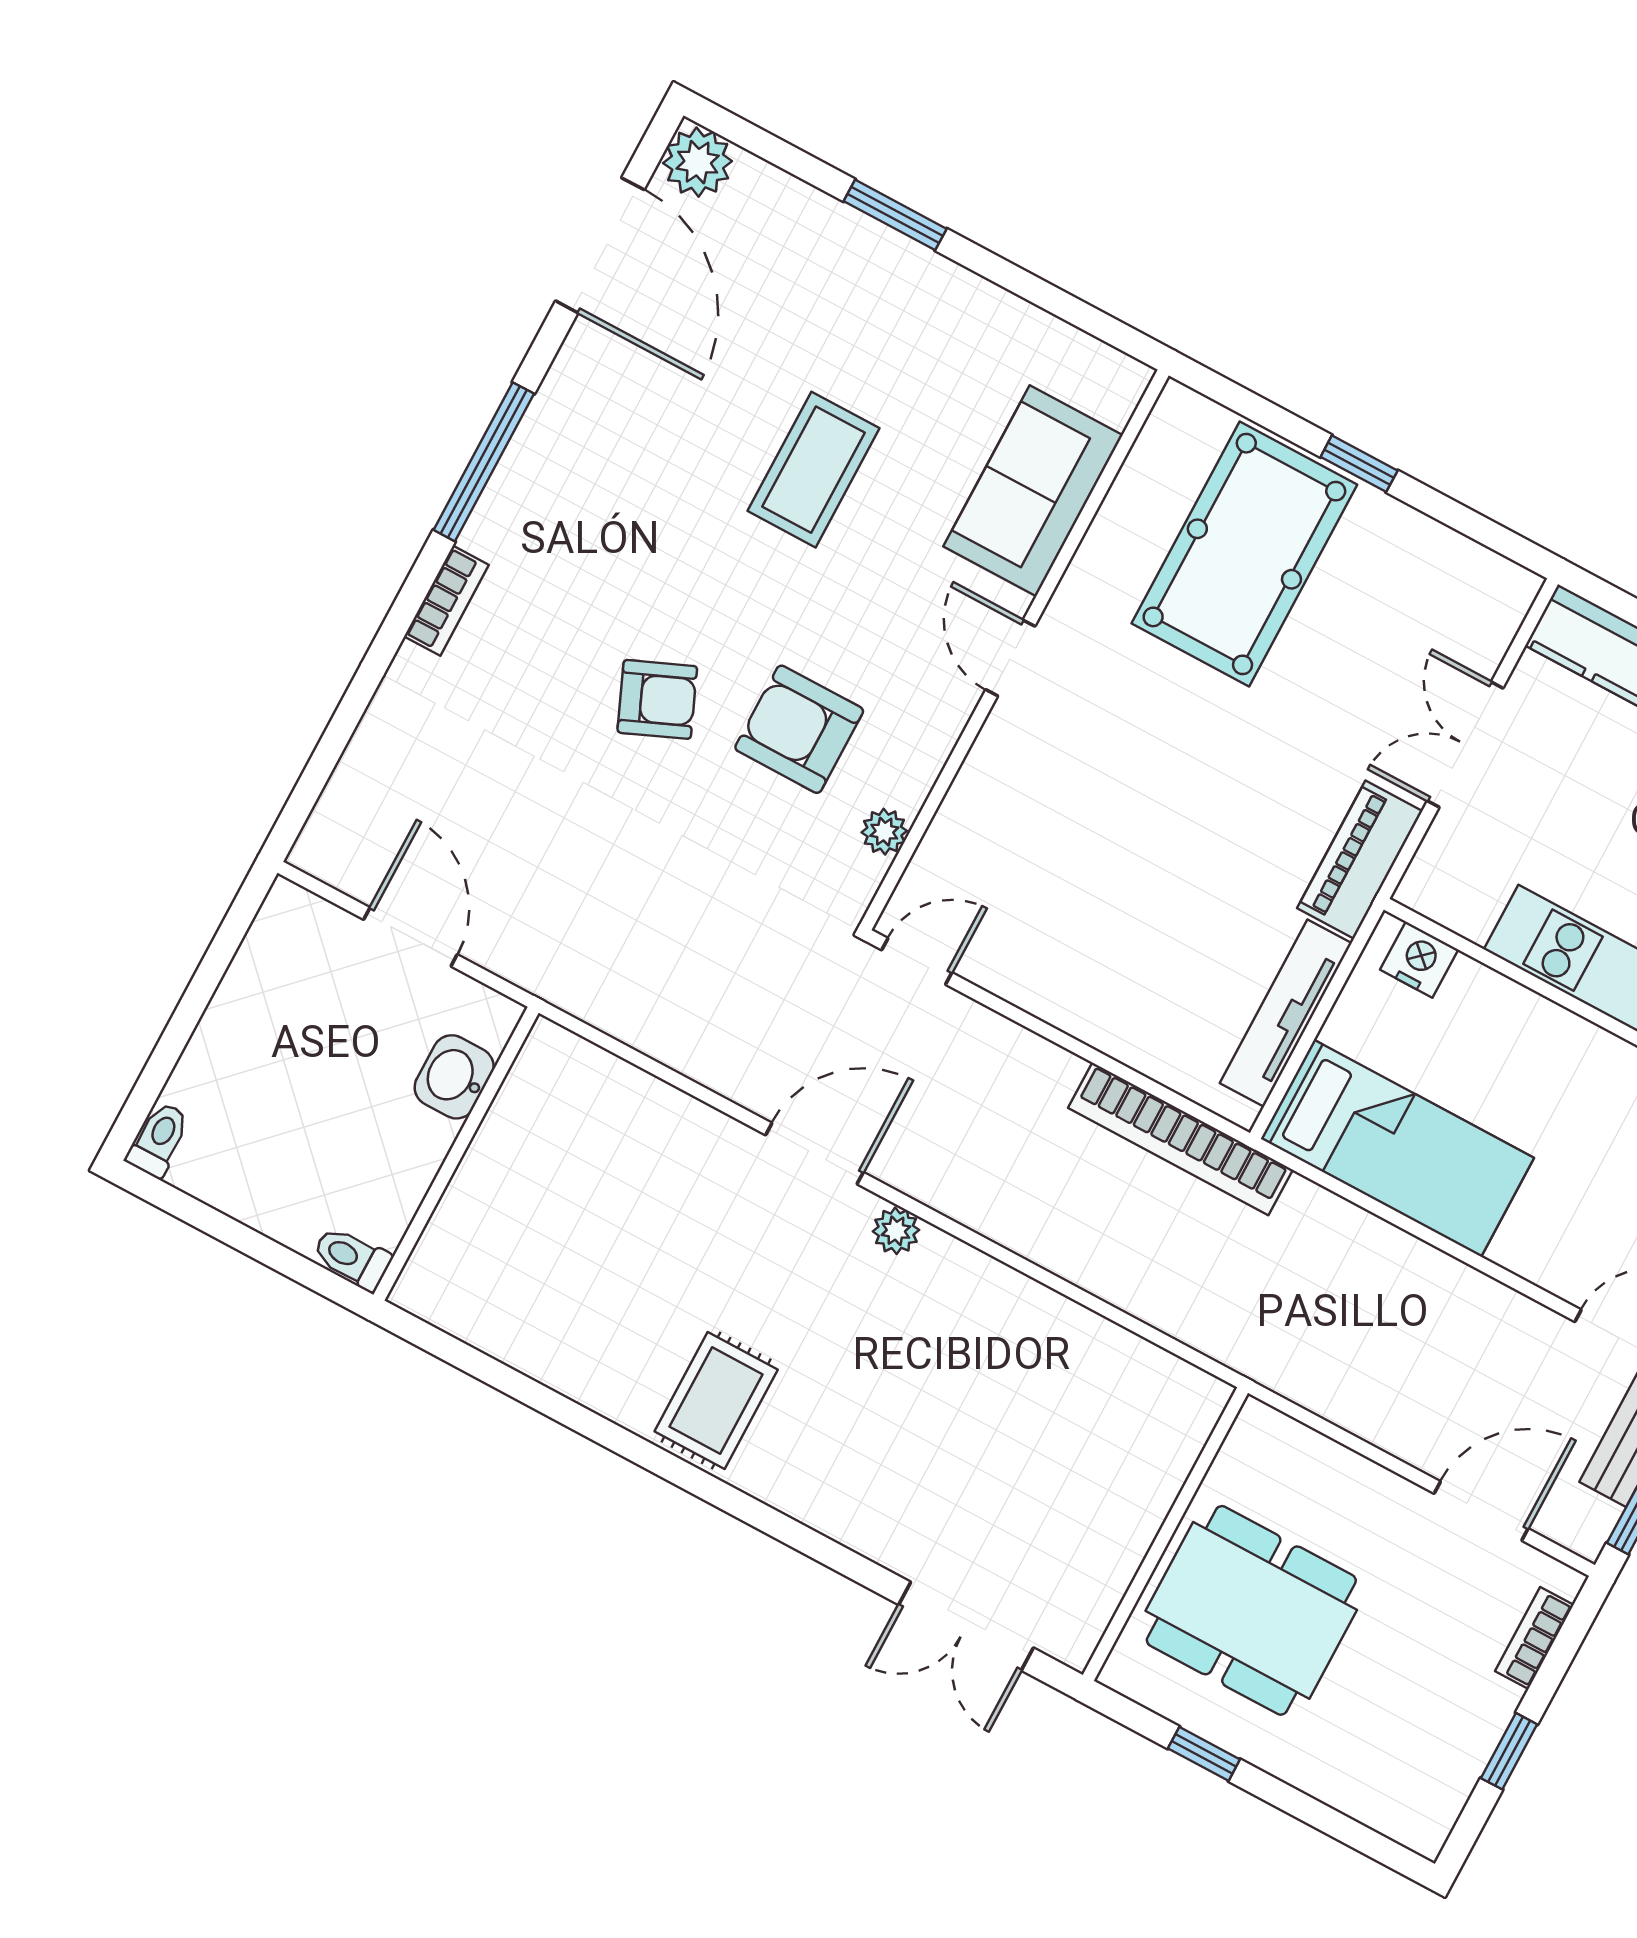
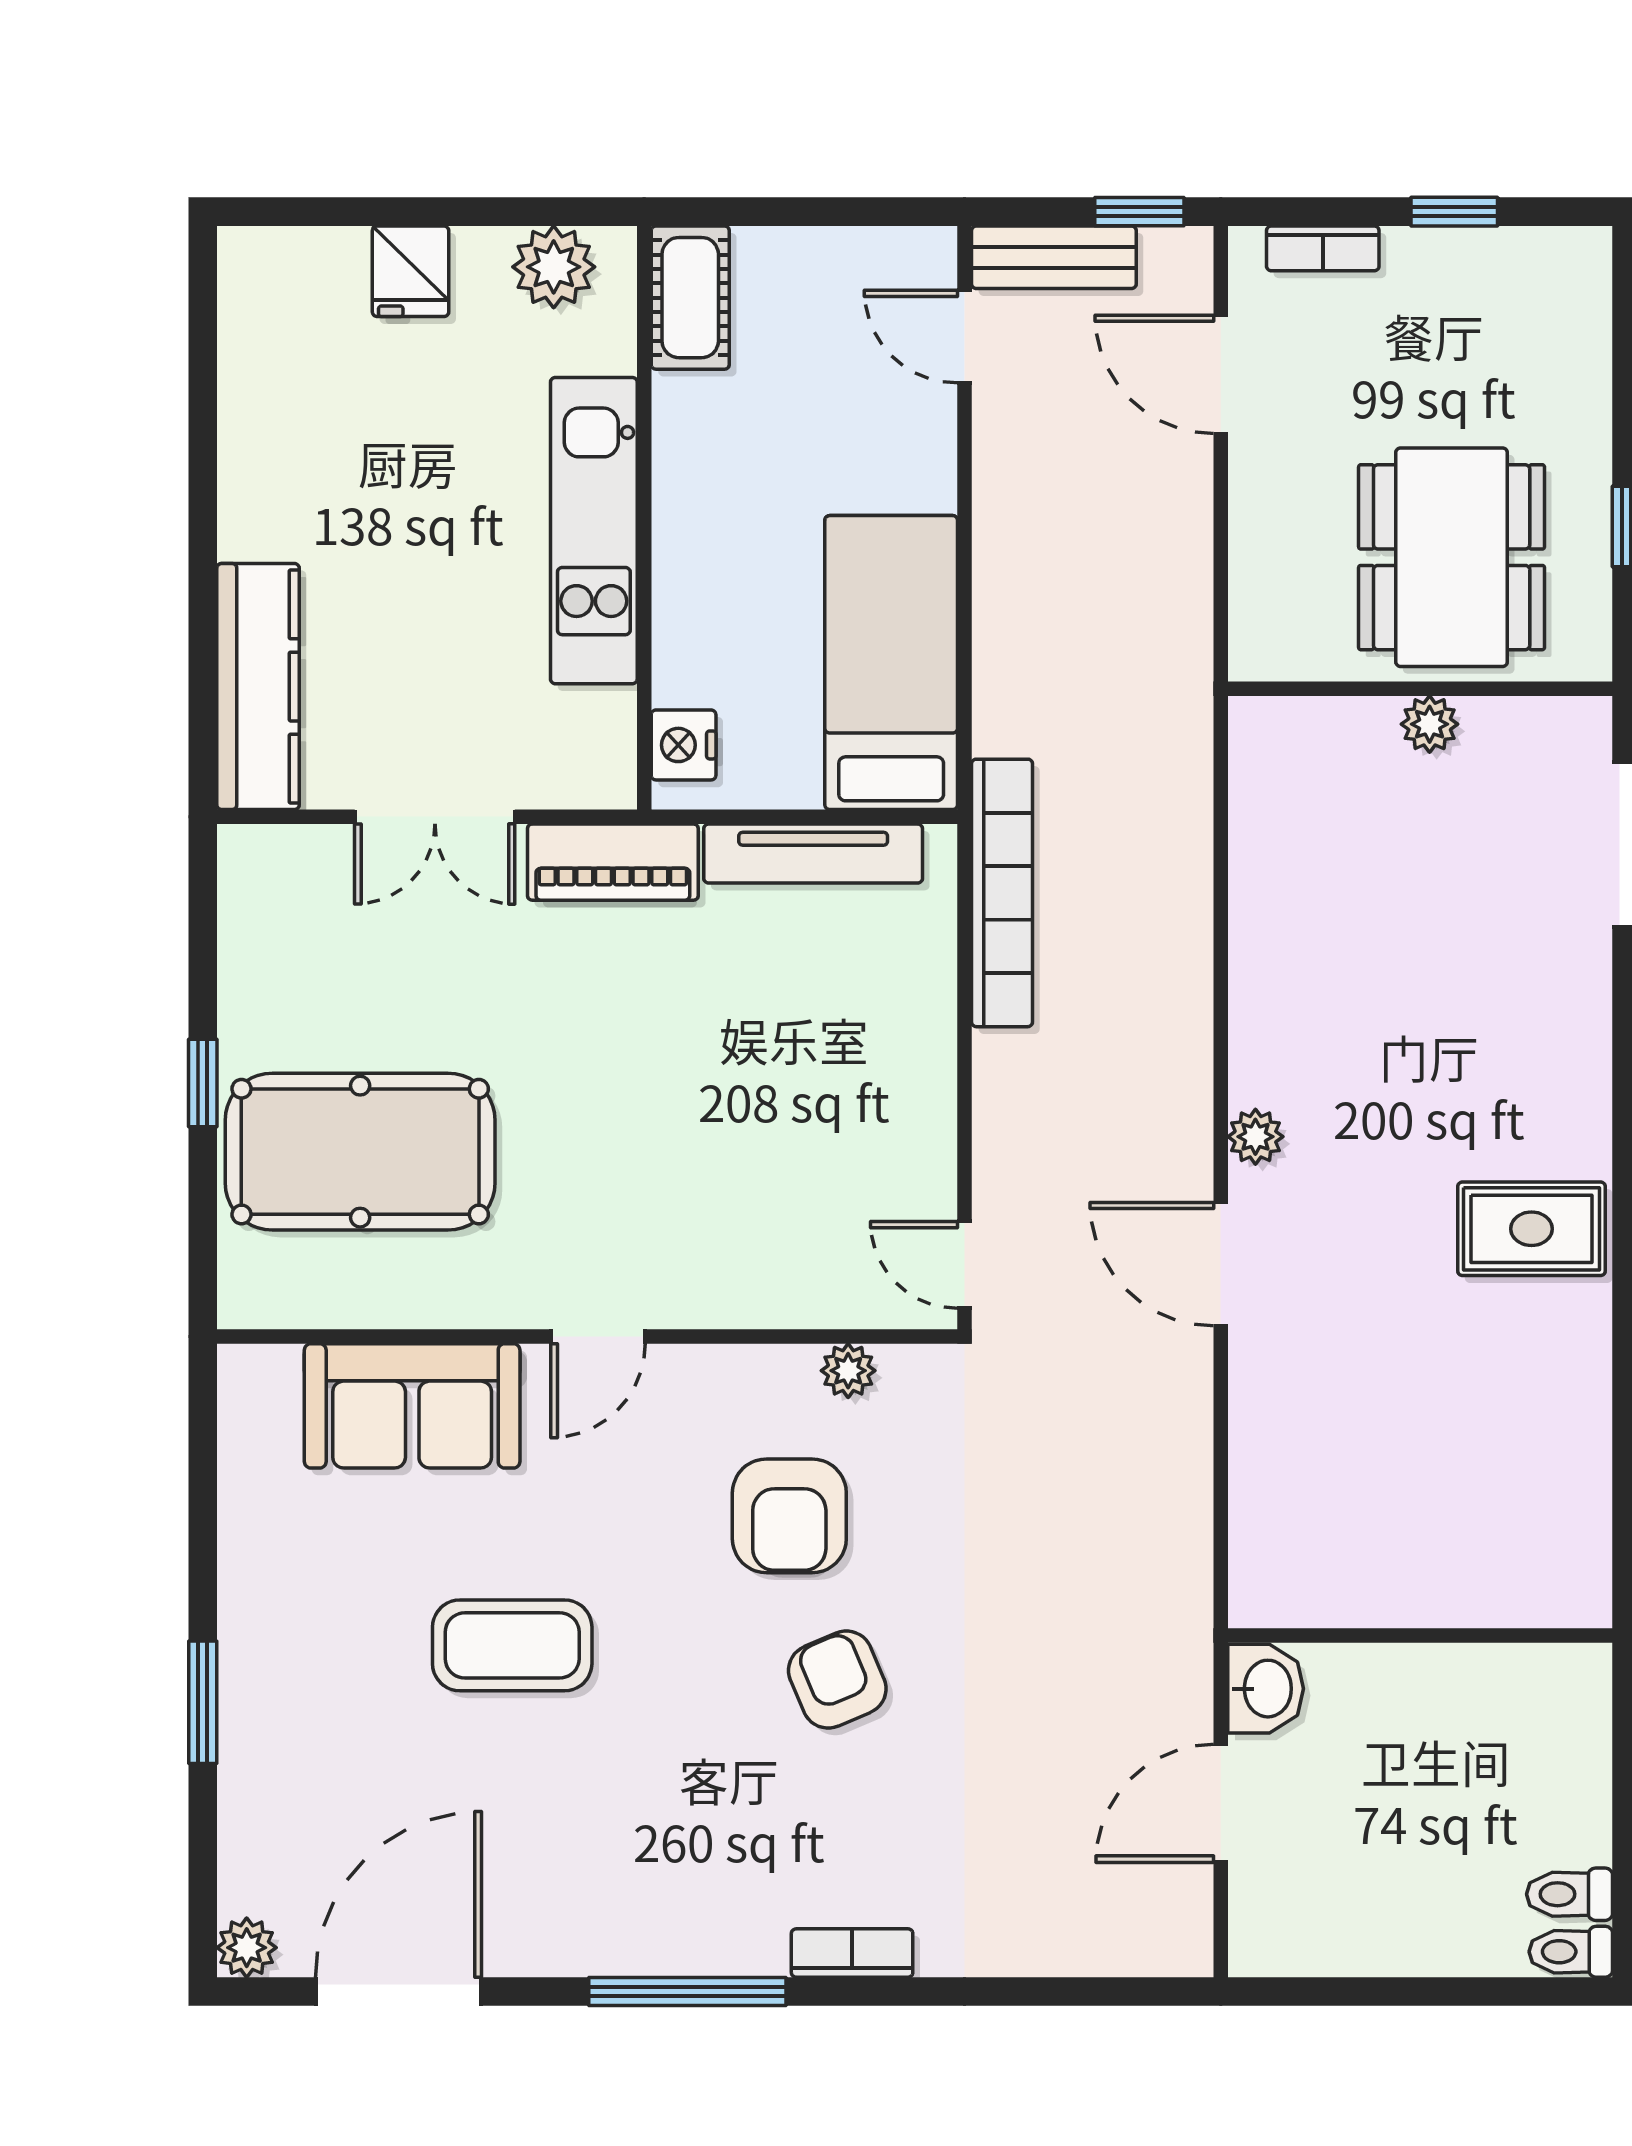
plant: (698, 162) -> (247, 1948), width x0.73, depth x0.73
washbasin: (454, 1077) -> (1266, 1689), moved, turned -90
toilet: (352, 1258) -> (1570, 1894), moved, turned 90
plant: (1135, 1527) -> (1430, 724), added

